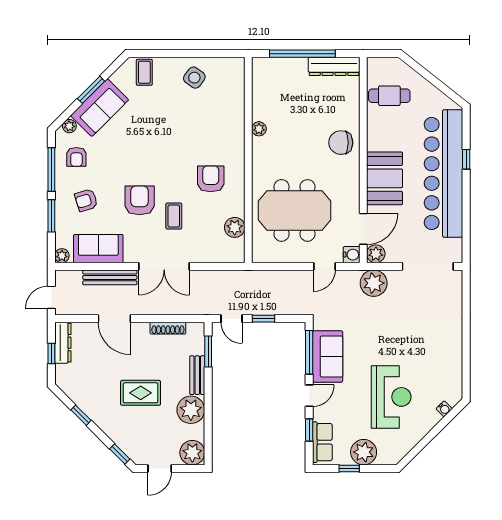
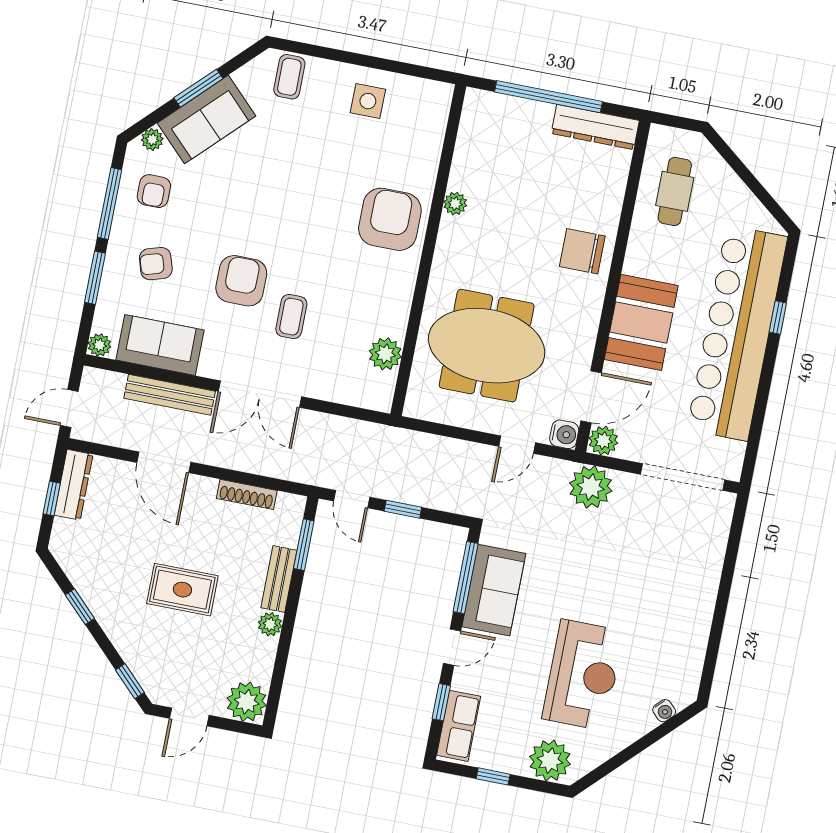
side table: (194, 78) -> (368, 101), turned -37
cafe table: (389, 96) -> (675, 191), turned 90
armchair: (211, 179) -> (390, 219), moved, width x1.36, depth x1.36
plant: (191, 410) -> (270, 624), width x0.53, depth x0.53
plant: (364, 452) -> (550, 760), moved

